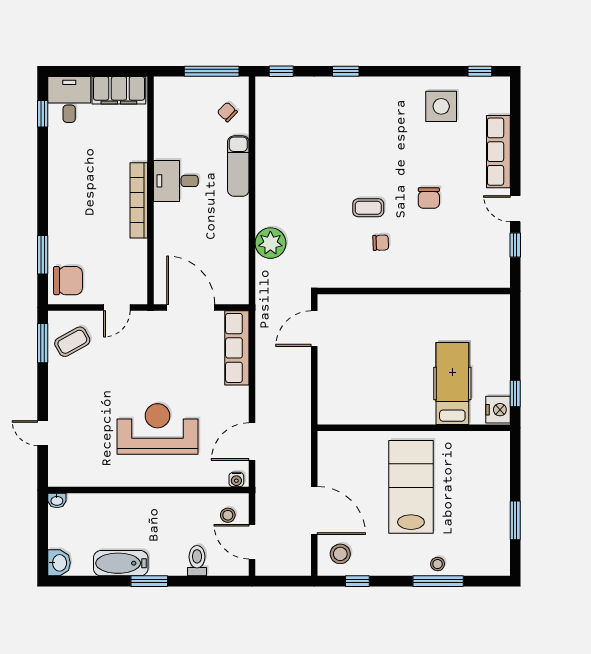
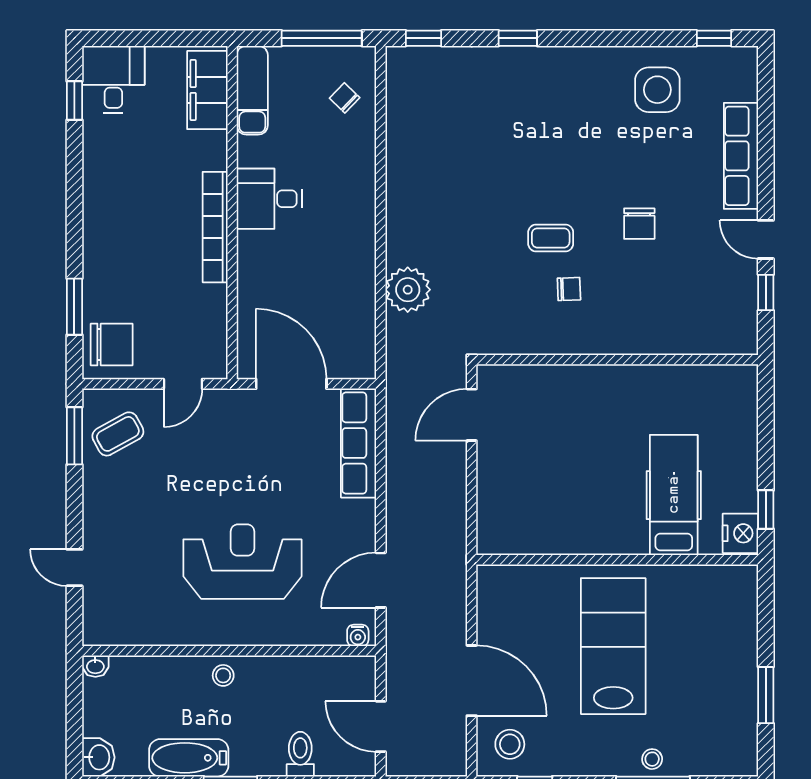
filing cabinet: (119, 90) -> (207, 90), moved, turned 90
exam couch: (238, 166) -> (252, 90), moved, turned 180
stool: (228, 515) -> (223, 675), moved

